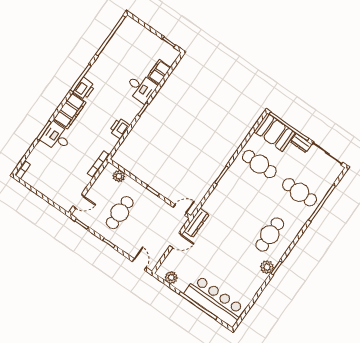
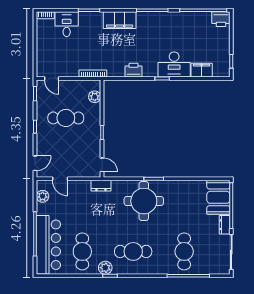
desk: (141, 88) -> (174, 64), width x1.37
printer: (84, 89) -> (221, 19), moved
desk: (56, 137) -> (67, 24), moved
cafe table: (259, 164) -> (82, 251), moved
round table: (234, 196) -> (144, 201), added
dresser: (196, 223) -> (101, 186), width x0.70
door: (176, 240) -> (60, 179), moved

